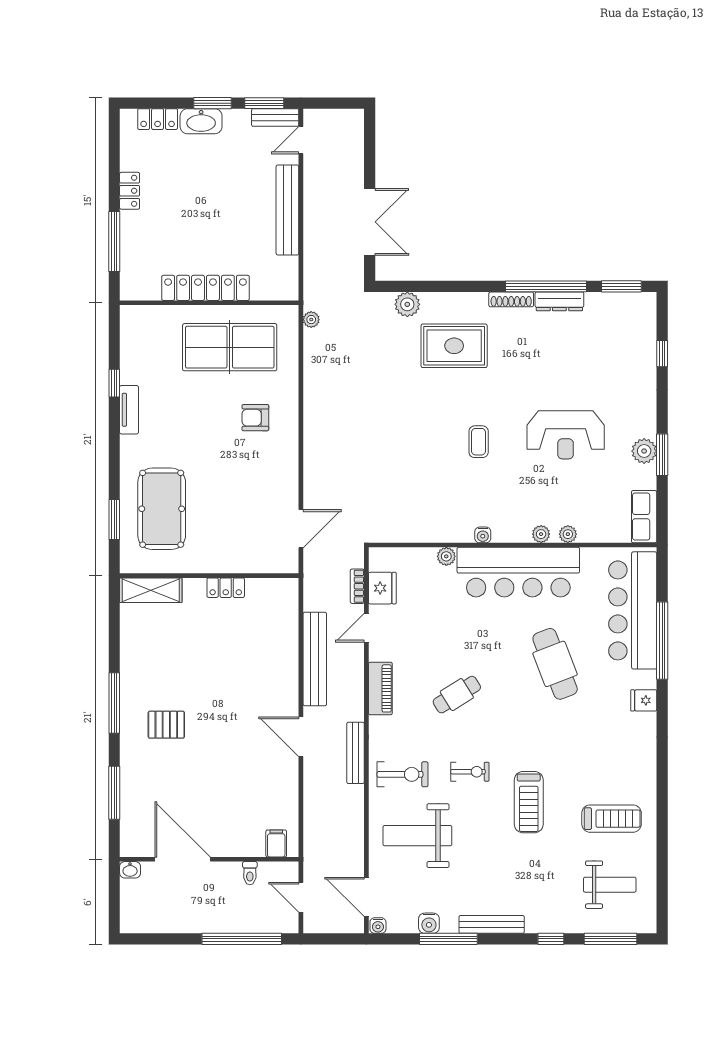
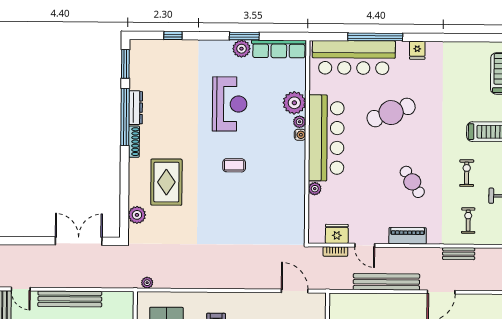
row of seats: (644, 517) -> (279, 49), width x1.48
plant: (568, 534) -> (294, 103), width x1.87, depth x1.87
water cooler: (483, 535) -> (300, 135), moved
bench: (356, 753) -> (459, 254), width x0.73
exercise bike: (403, 774) -> (468, 221), width x0.73, depth x0.72

